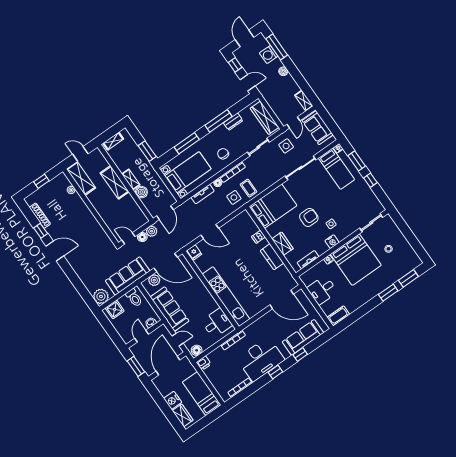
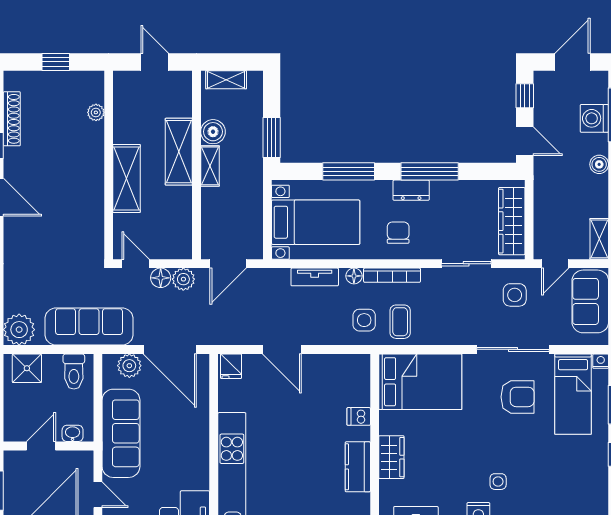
dresser: (233, 122) -> (411, 190), moved
shelving: (81, 178) -> (126, 178), moved
boiler: (141, 192) -> (213, 132), moved
armchair: (309, 217) -> (518, 397), moved

